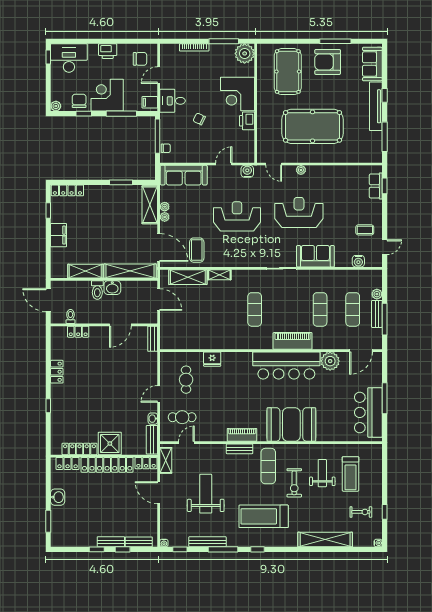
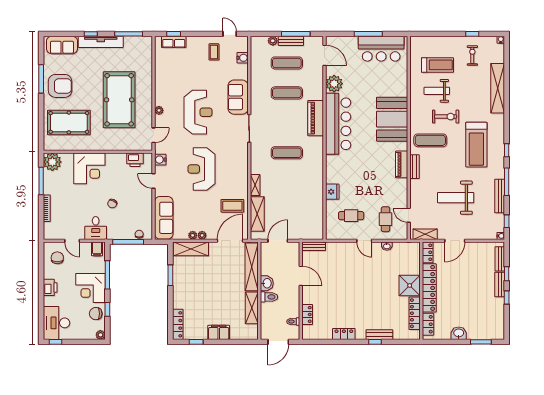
armchair: (328, 62) -> (60, 86), turned -90
printer: (247, 121) -> (135, 160), moved
reception desk: (299, 212) -> (198, 112), turned 180
bench: (152, 440) -> (379, 335), moved

